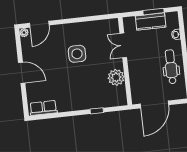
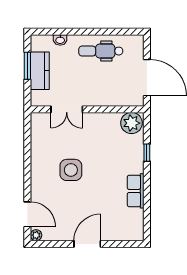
plant: (116, 77) -> (131, 123), moved
row of seats: (43, 108) -> (136, 191), moved

